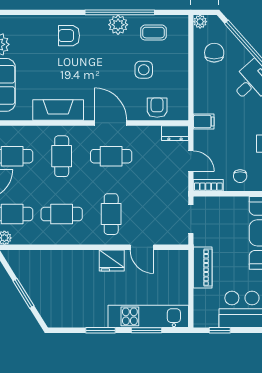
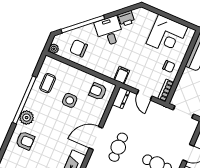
plant: (118, 25) -> (27, 118), moved
armchair: (69, 36) -> (25, 141), turned -90
armchair: (157, 108) -> (98, 91), moved
door: (191, 161) -> (145, 95), swing flipped

